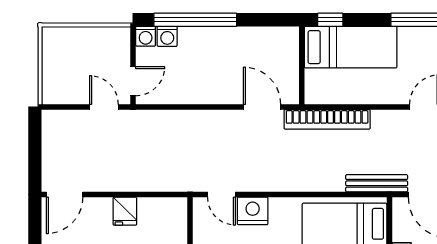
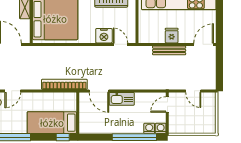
kitchen sink: (219, 92) -> (122, 99), added
door: (104, 107) -> (193, 91), moved
bench: (377, 183) -> (169, 50), moved

